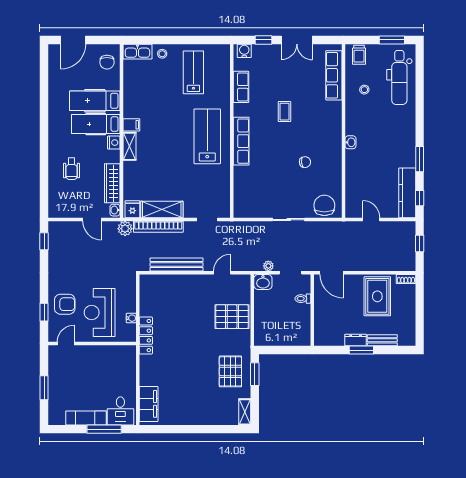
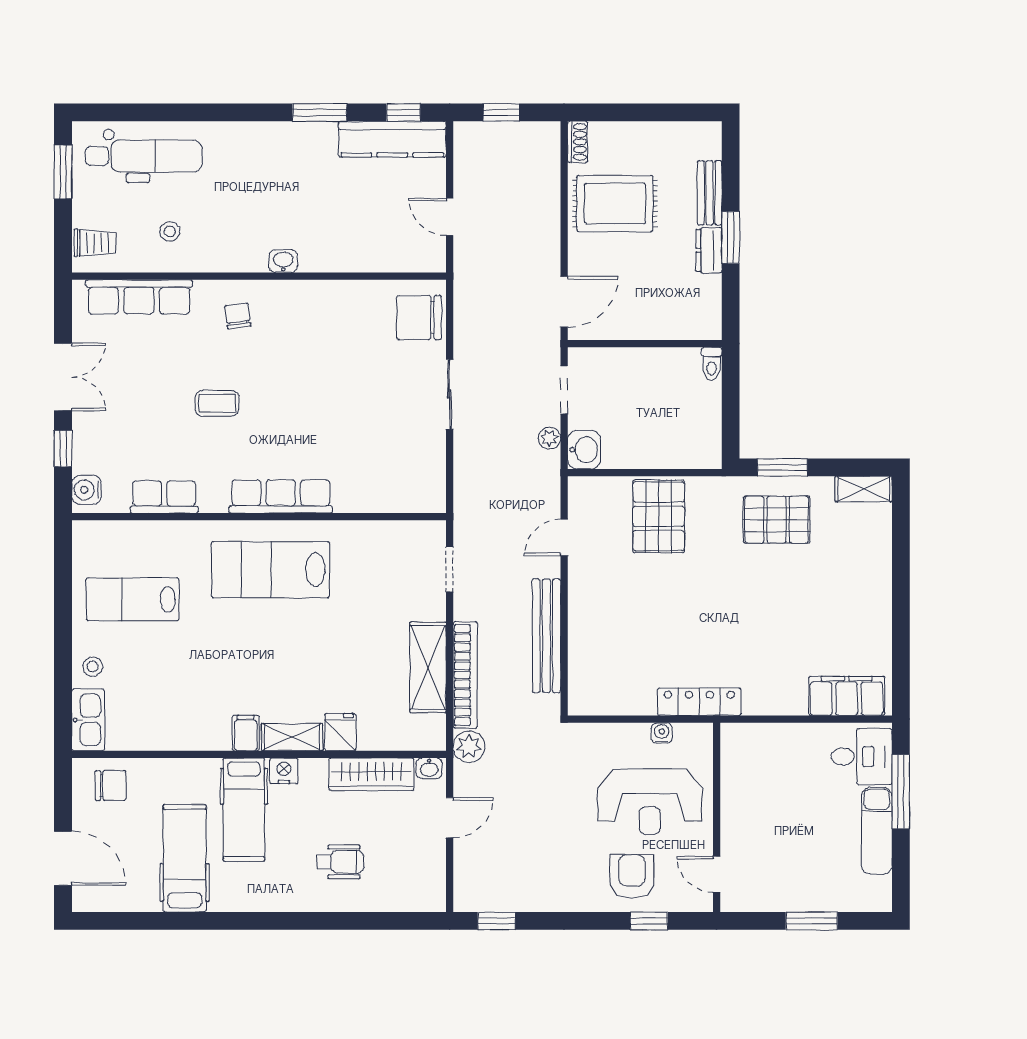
hospital bed: (95, 101) -> (185, 858), moved, turned 180
chair: (305, 162) -> (238, 316), moved
fridge: (132, 209) -> (340, 732), moved, turned 90
door: (371, 220) -> (450, 217), hinge flipped
door: (222, 273) -> (564, 538), hinge flipped
toilet: (303, 299) -> (712, 364), moved

